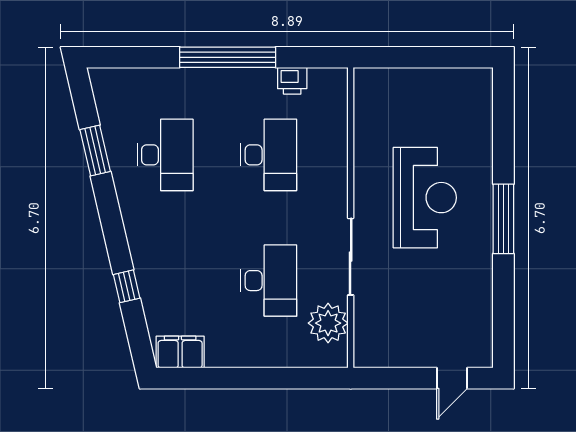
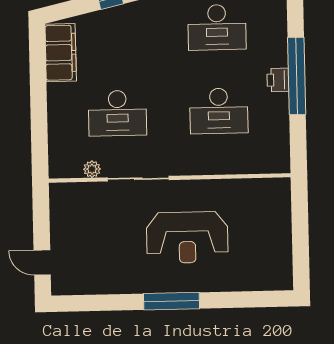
printer: (292, 81) -> (278, 80), moved
plant: (328, 323) -> (92, 169), width x0.53, depth x0.53
filing cabinet: (180, 352) -> (61, 53), width x1.50, depth x1.17

